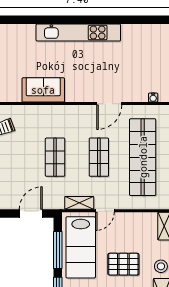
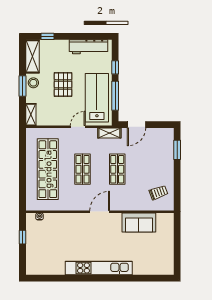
sofa: (43, 90) -> (139, 222), moved
door: (109, 104) -> (100, 212), moved
shelving: (79, 203) -> (109, 133), moved
pallet: (123, 264) -> (63, 84), turned 90

